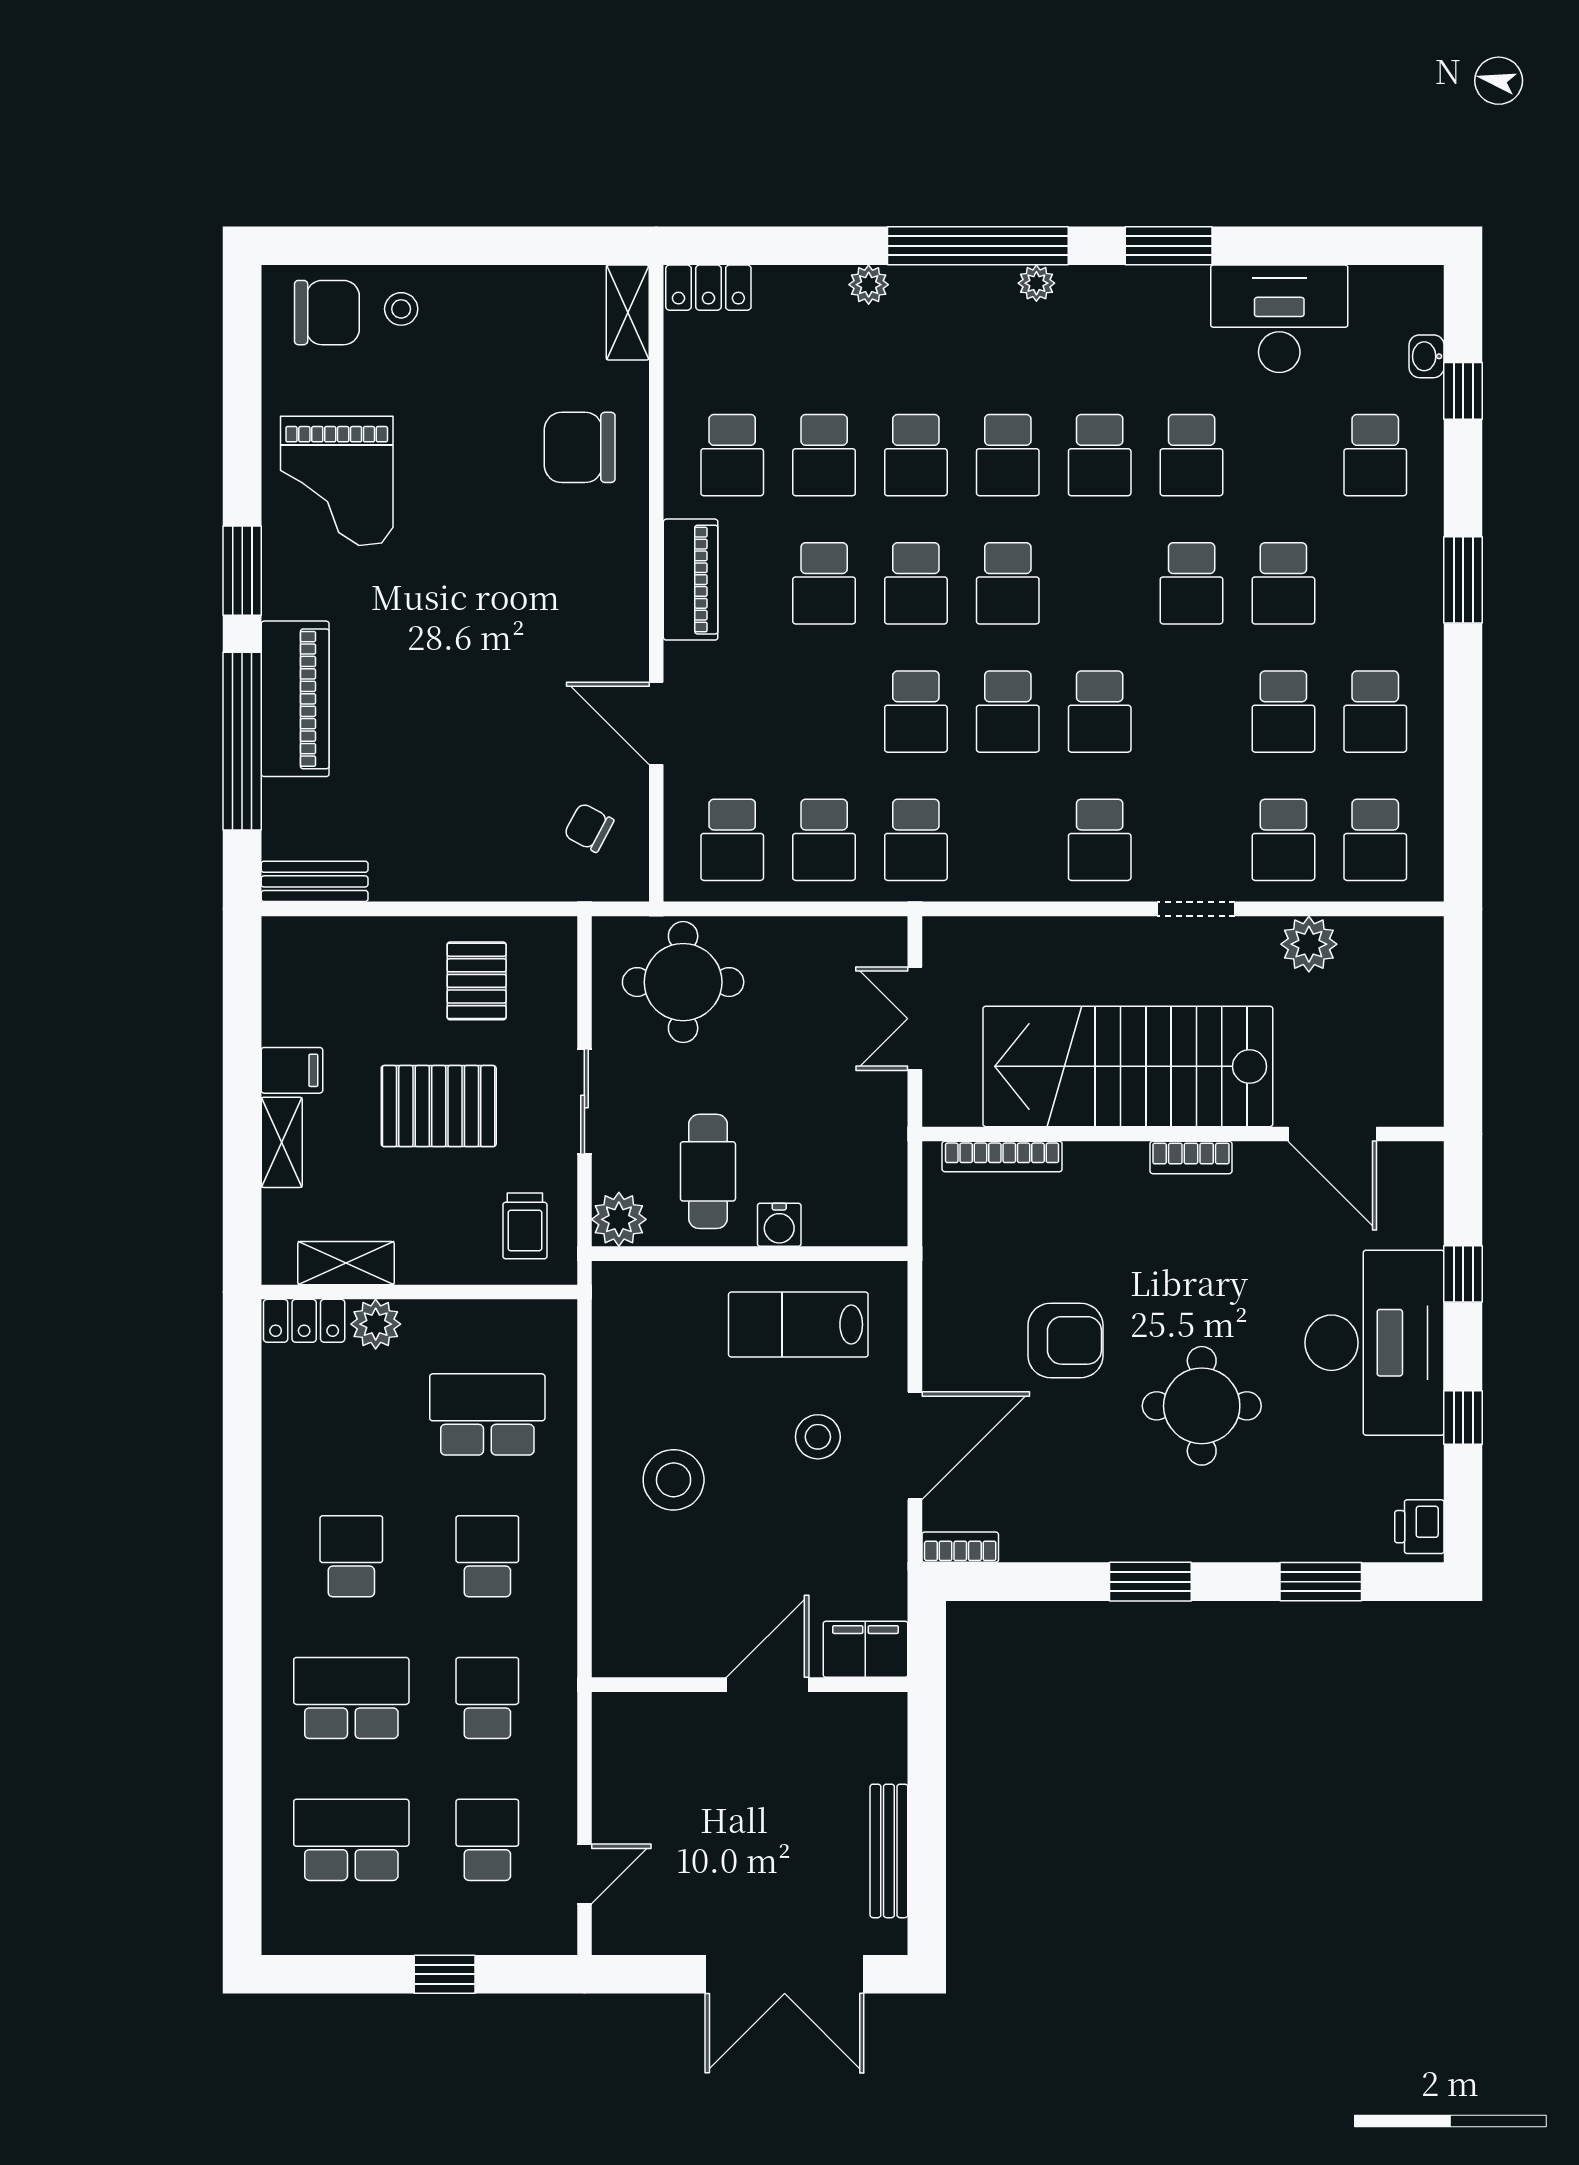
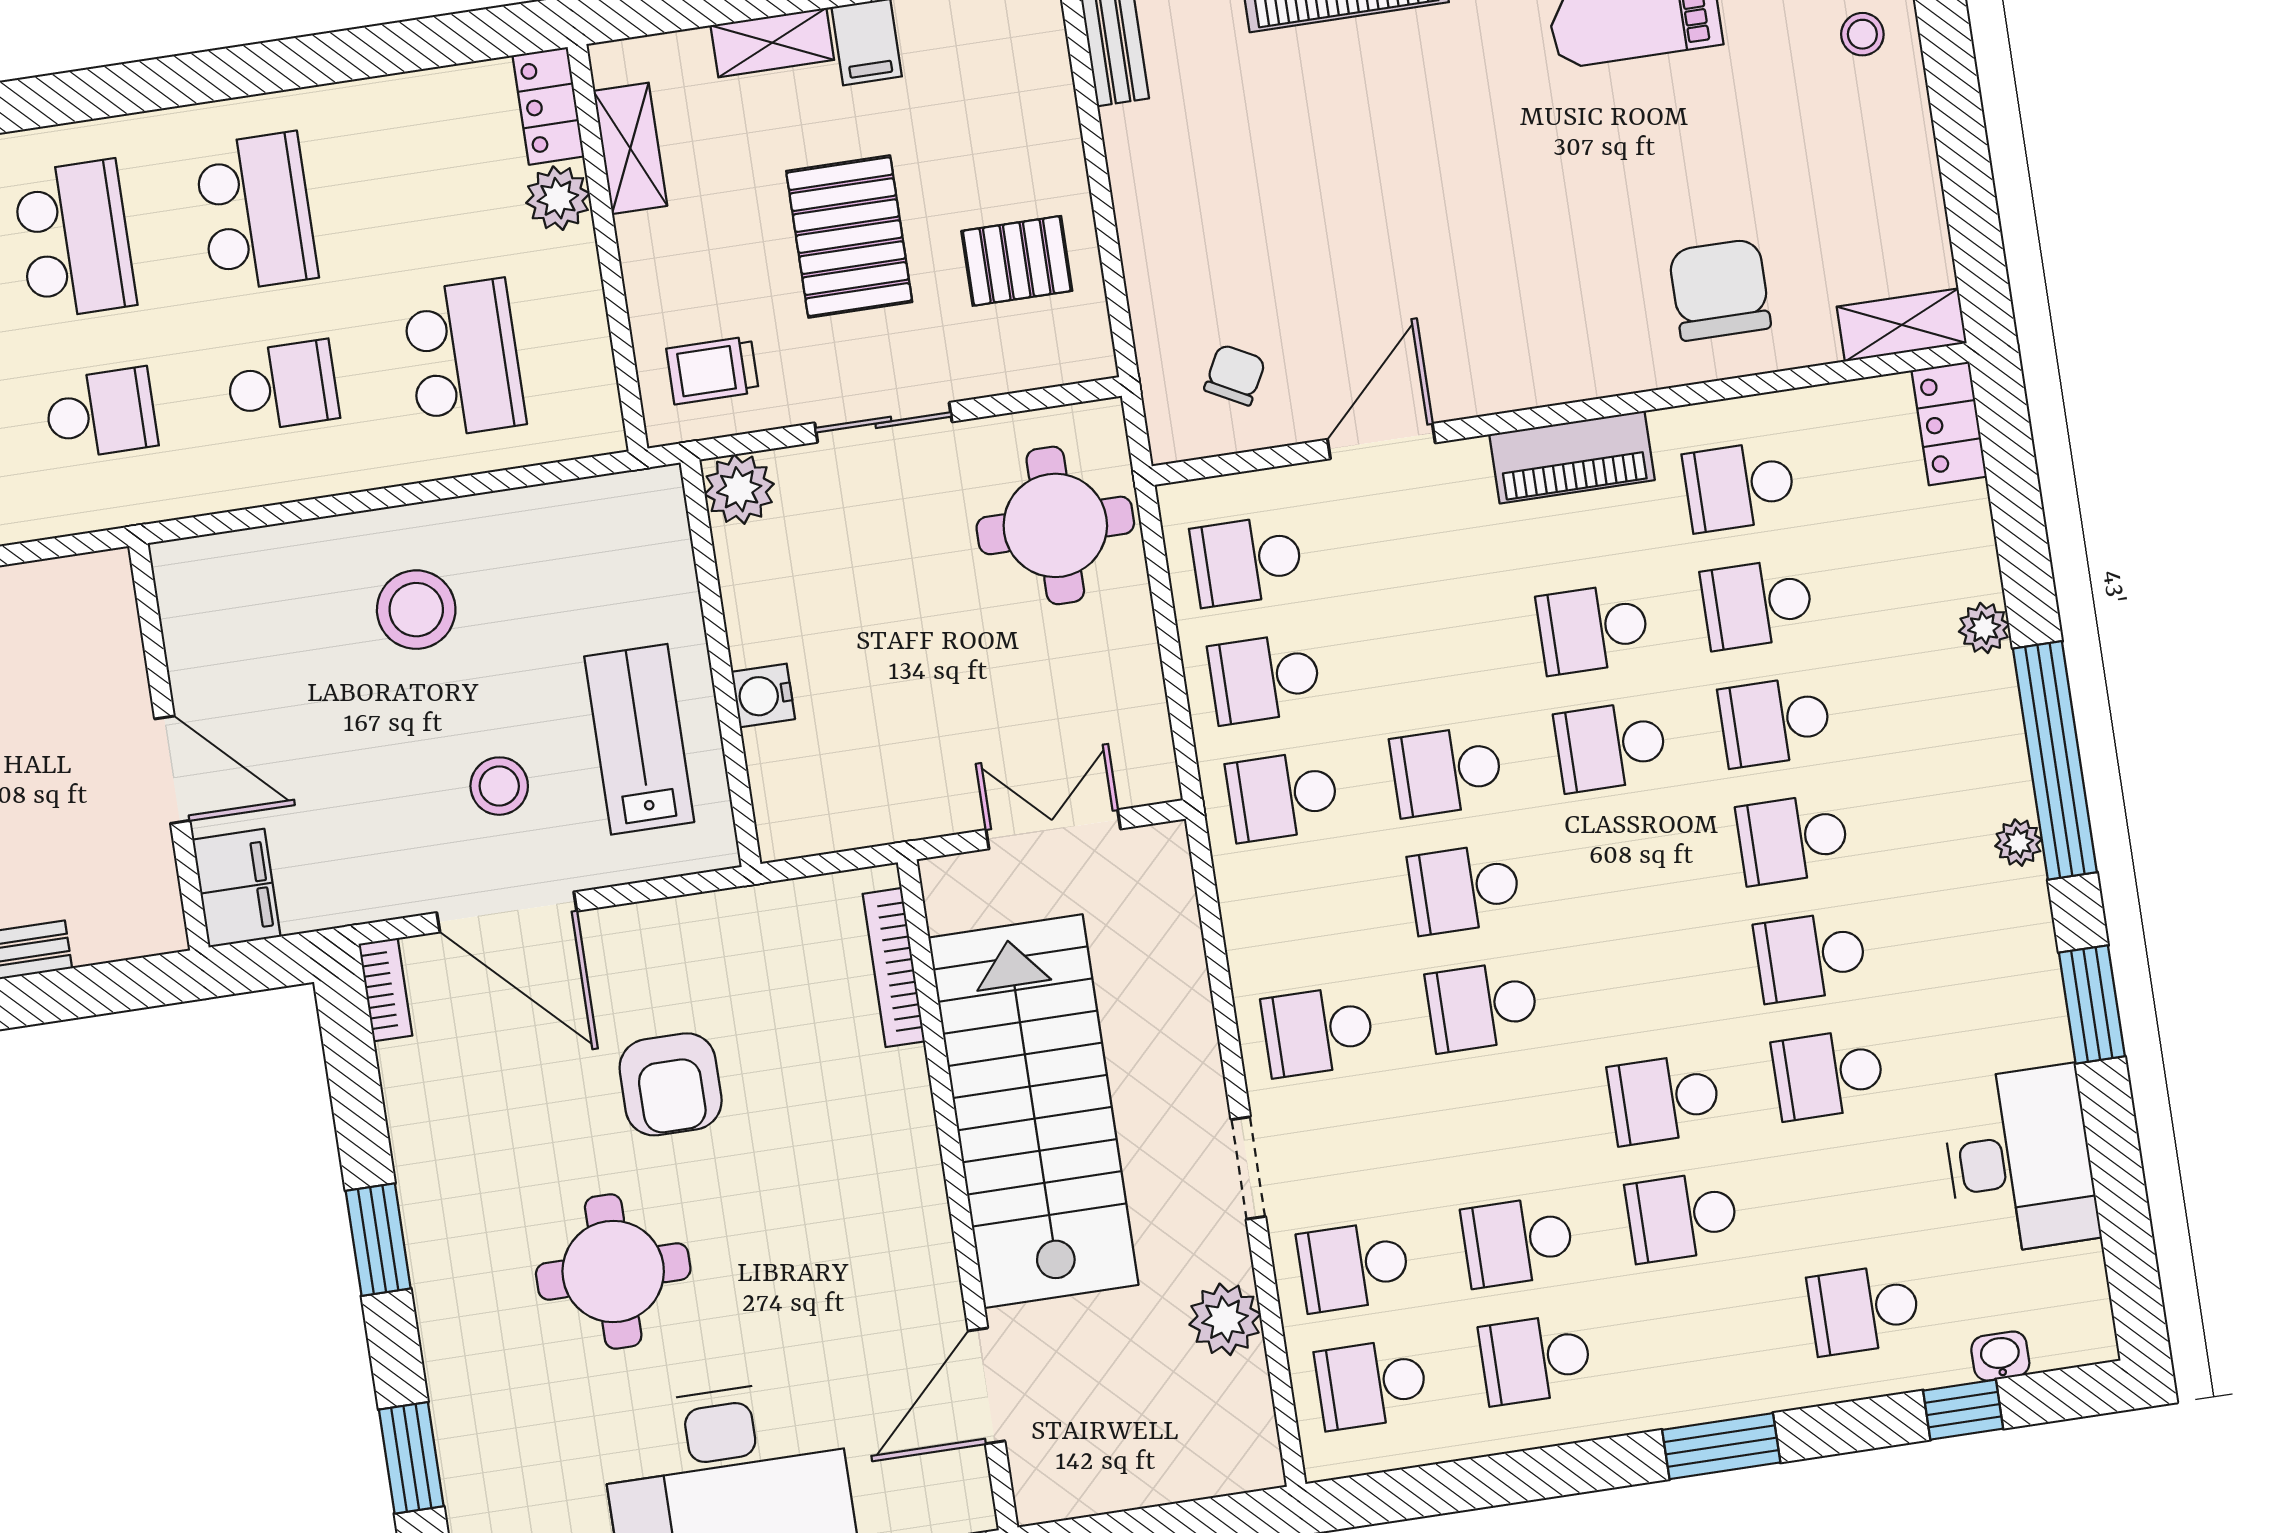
school desk: (1008, 583) -> (1629, 864), removed
bookcase: (1191, 1157) -> (929, 1210), removed
cafe table: (708, 1171) -> (818, 594), removed
school desk: (351, 1556) -> (256, 212), width x1.85

